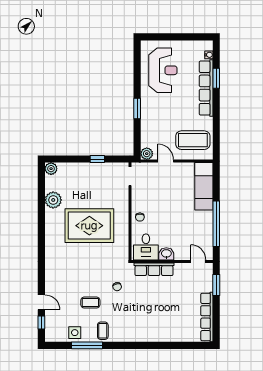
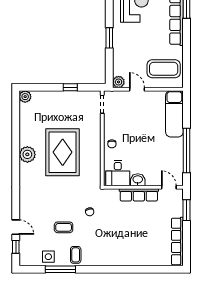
plant: (53, 200) -> (27, 154), moved
rug: (89, 226) -> (63, 152), turned 90
row of seats: (154, 269) -> (139, 195), moved

